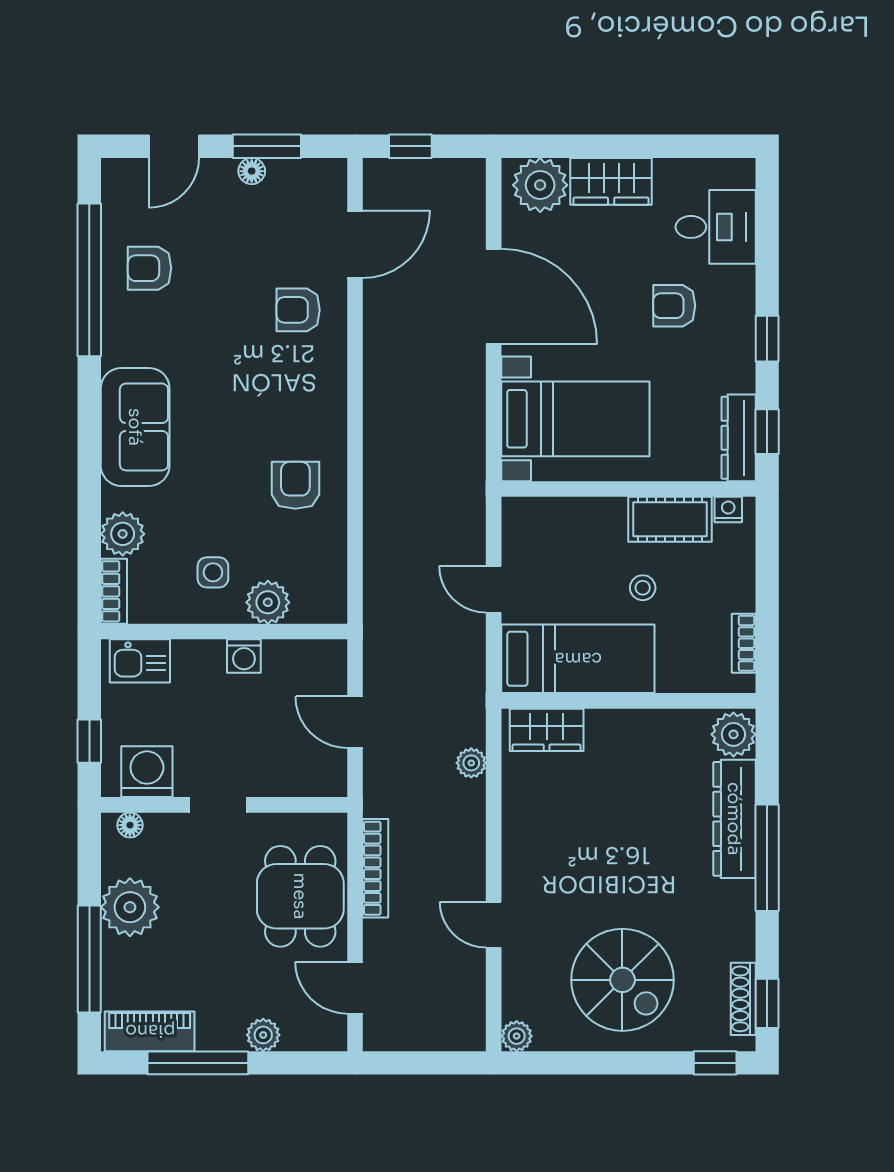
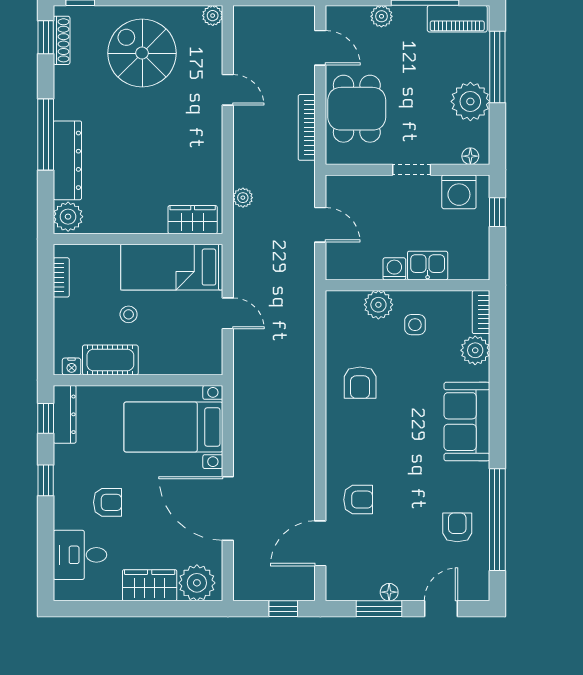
armchair: (150, 268) -> (457, 527), turned -90
kitchen sink: (140, 661) -> (428, 266), moved

